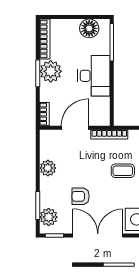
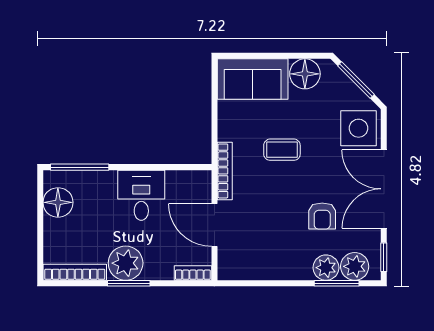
desk: (94, 76) -> (141, 195), width x0.73
plant: (48, 168) -> (326, 268), moved
coffee table: (123, 171) -> (282, 150), turned 90

